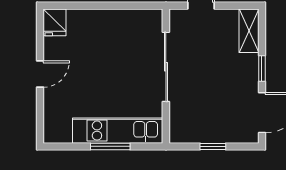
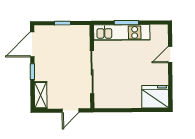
fridge: (55, 22) -> (155, 97), width x1.88, depth x1.34
door: (40, 74) -> (170, 54), moved

